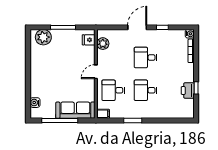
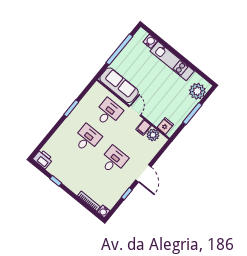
kitchen unit: (36, 74) -> (172, 61), added
printer: (188, 91) -> (43, 159), moved
sofa: (75, 110) -> (119, 85), moved, turned -90
filing cabinet: (103, 114) -> (144, 128), moved

